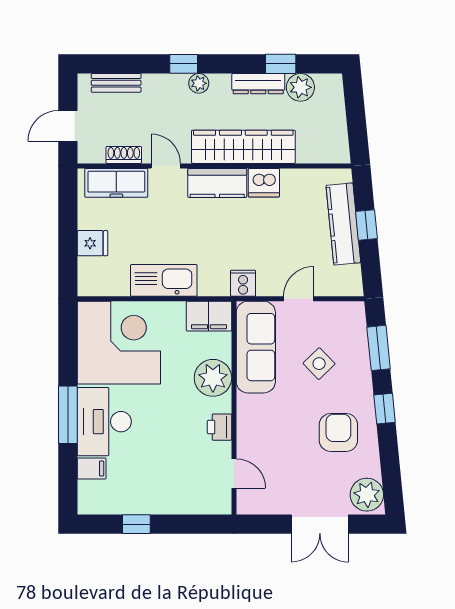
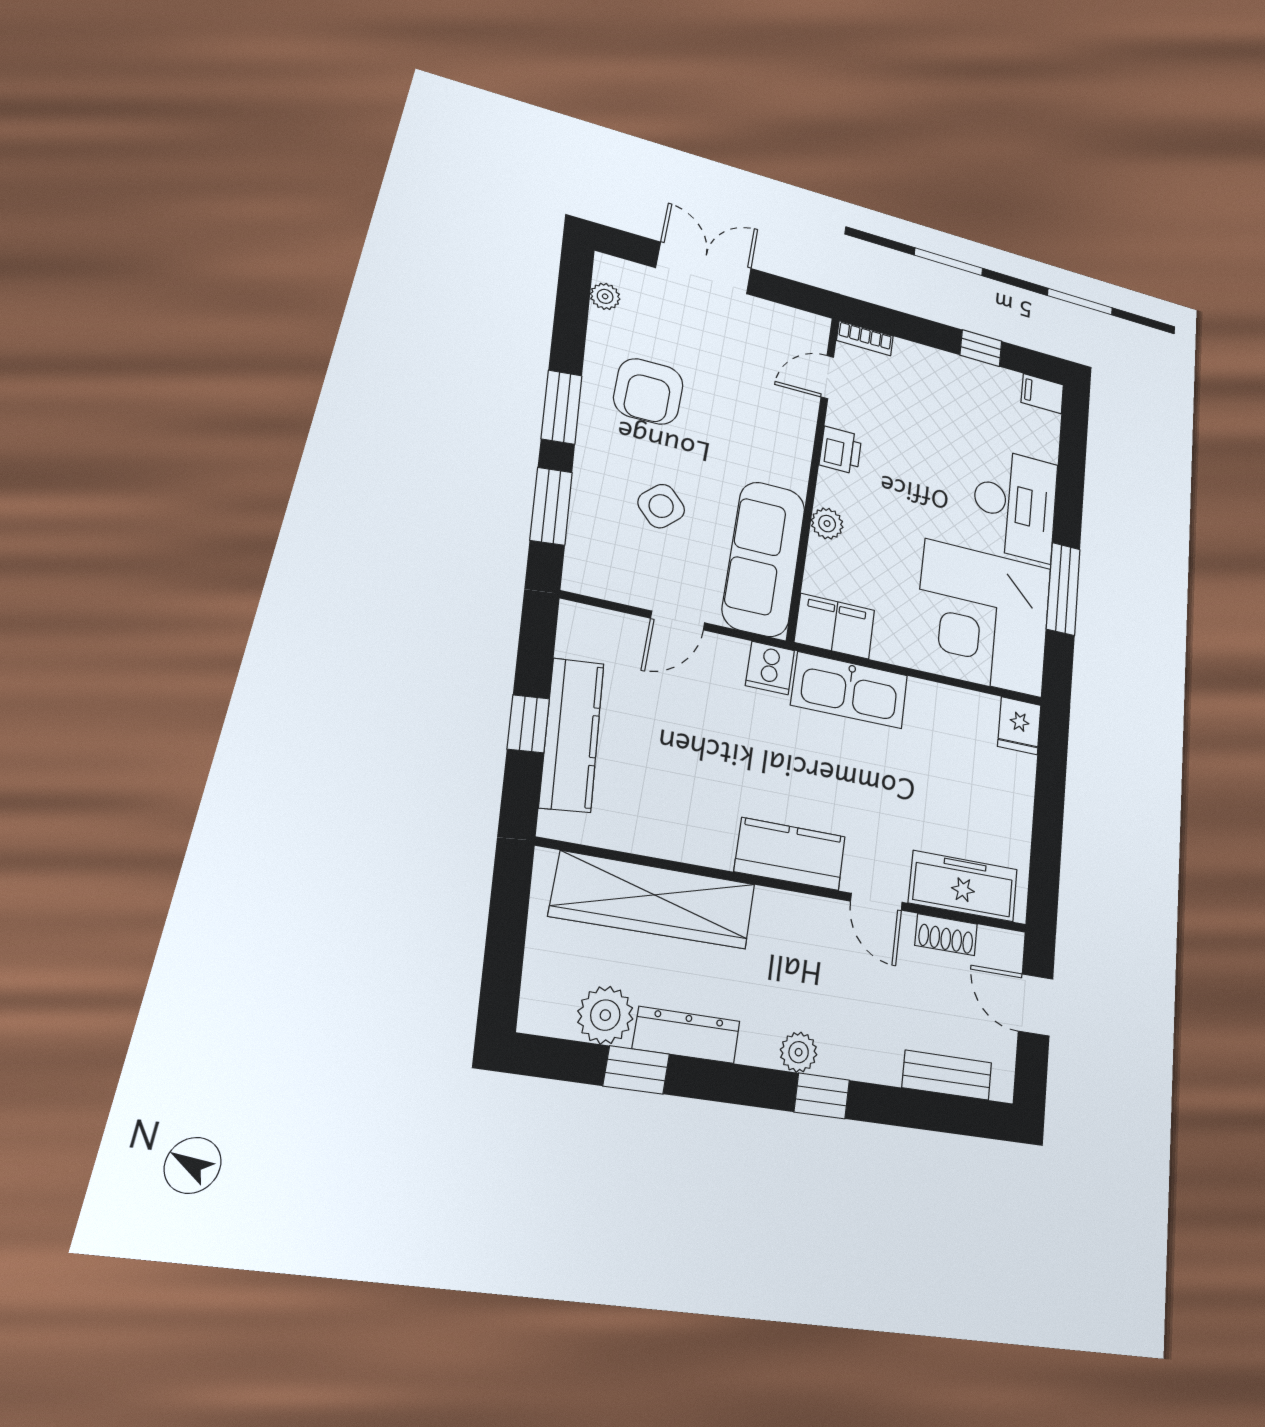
door: (68, 126) -> (1036, 1005), swing flipped
wardrobe: (243, 147) -> (654, 900), moved
dishwasher: (264, 183) -> (706, 839), removed
fridge: (93, 243) -> (1019, 726), moved, turned -90
kitchen sink: (164, 280) -> (850, 690), moved
plant: (213, 378) -> (827, 524), width x0.53, depth x0.53
window: (385, 409) -> (562, 407), width x1.50
window: (68, 415) -> (1063, 589), moved
filing cabinet: (92, 469) -> (1042, 394), moved
door: (234, 473) -> (827, 377), hinge flipped
plant: (367, 495) -> (605, 296), width x0.53, depth x0.53
bookcase: (214, 507) -> (865, 338), added

